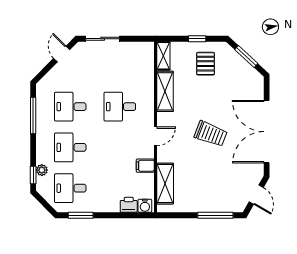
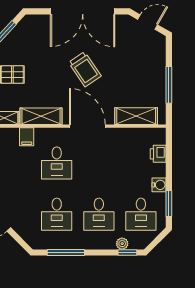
trolley: (211, 134) -> (85, 69), turned 125
door: (156, 136) -> (87, 126), width x1.88
filing cabinet: (145, 166) -> (27, 137), moved
water cooler: (145, 206) -> (159, 185), moved
window: (215, 215) -> (169, 85), moved

